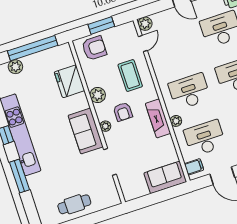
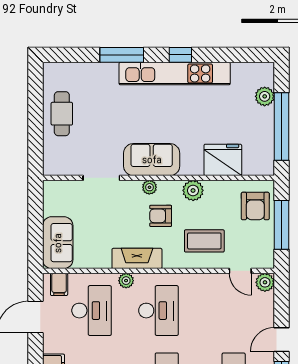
window: (101, 25) -> (281, 225), width x1.44

